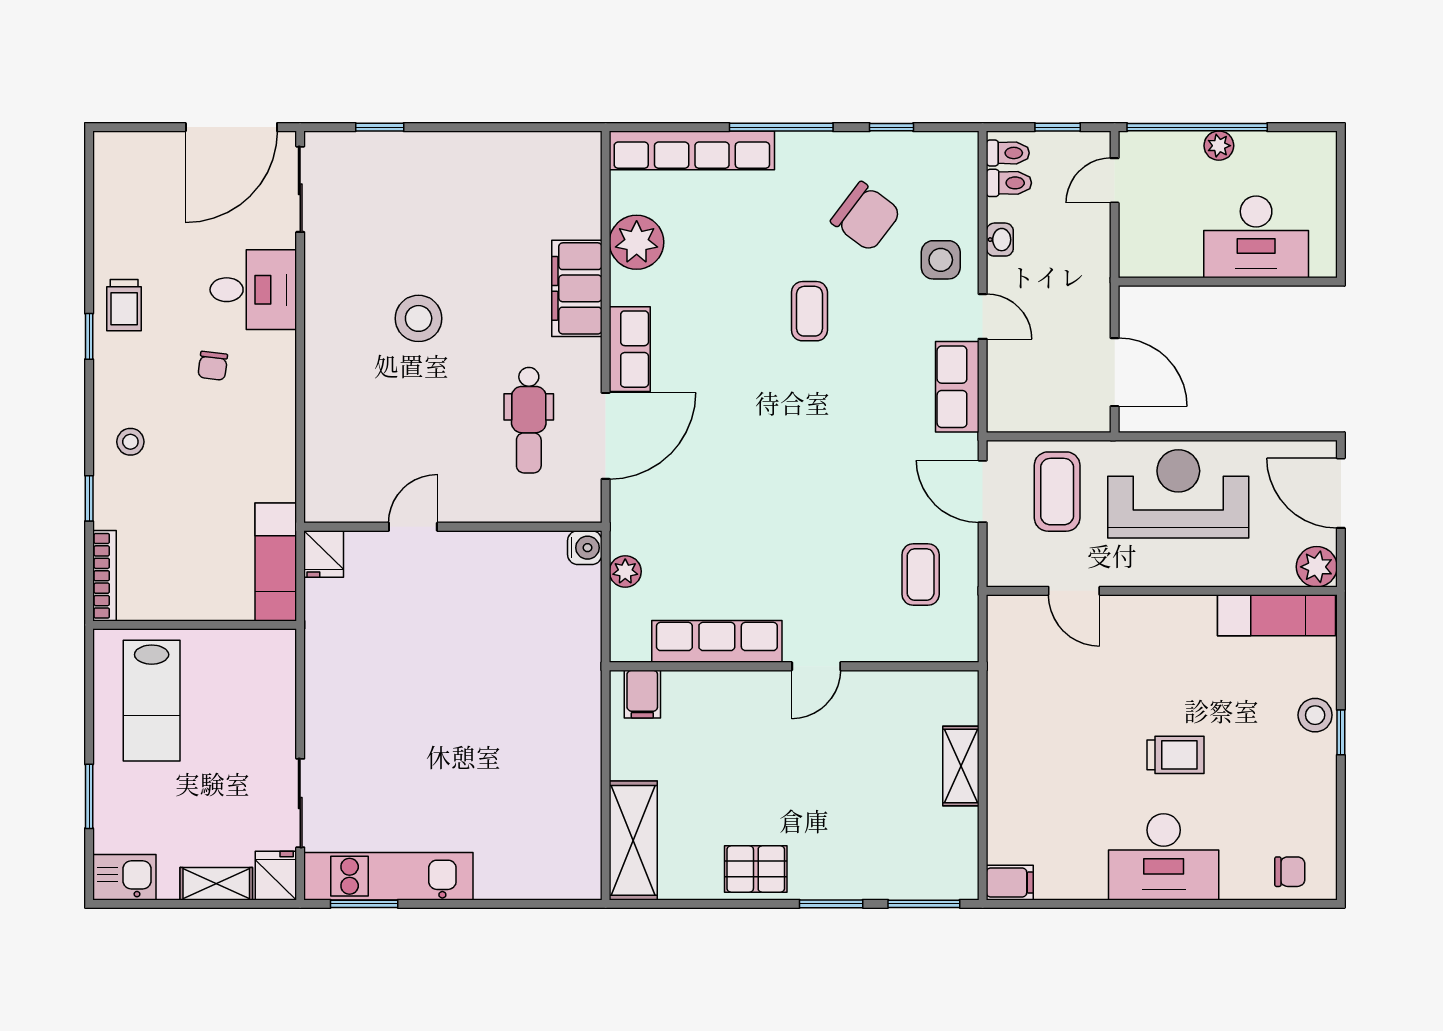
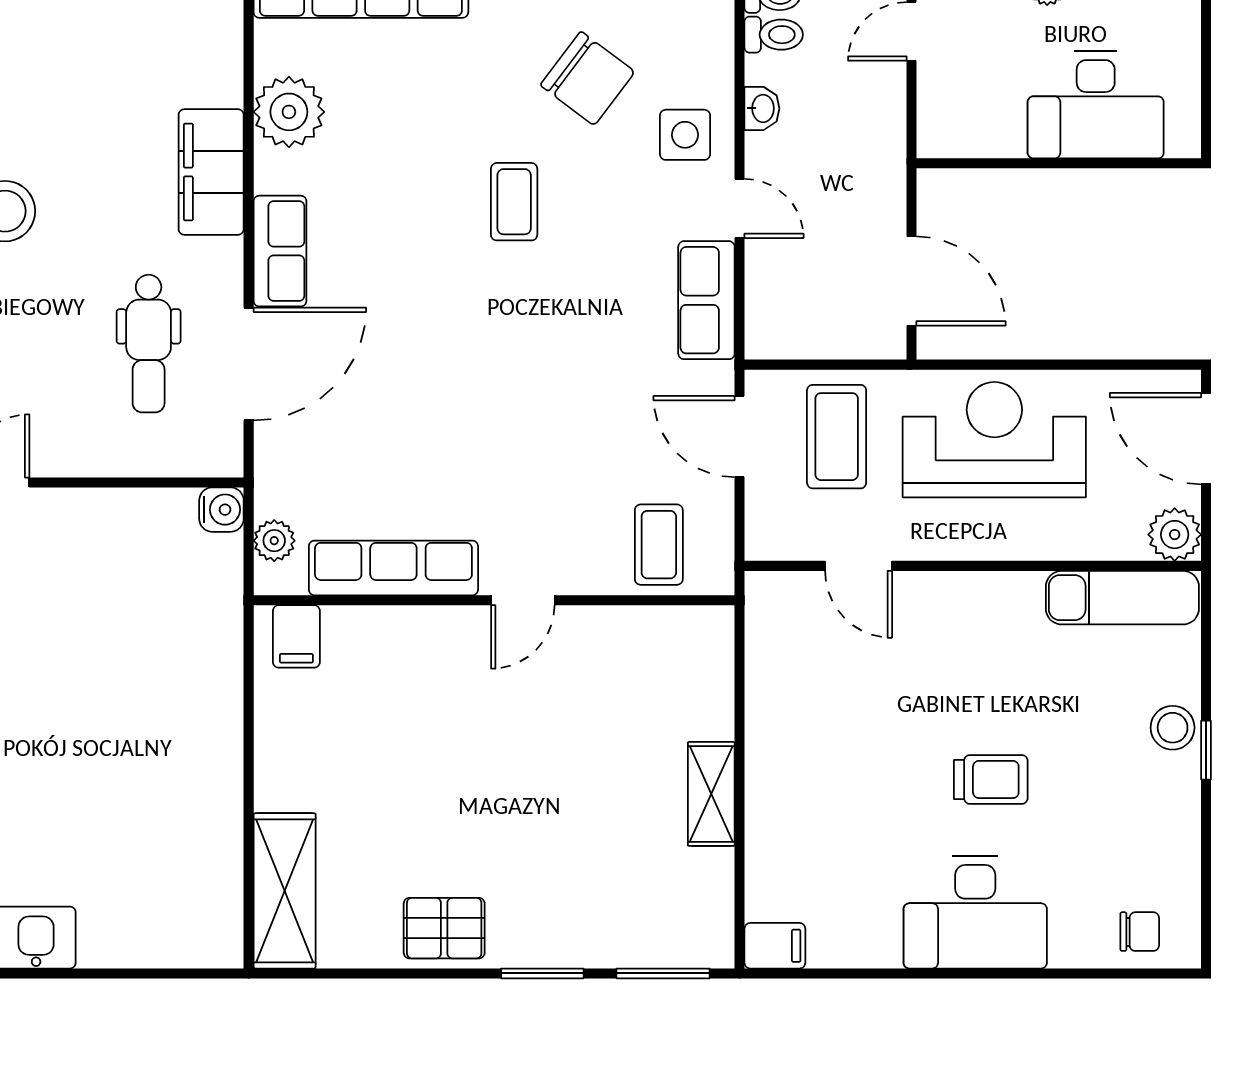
row of seats: (717, 641) -> (393, 568), moved
wall: (794, 666) -> (494, 600), moved
door: (816, 666) -> (523, 600), moved
filing cabinet: (642, 694) -> (296, 636), moved

